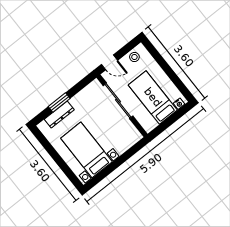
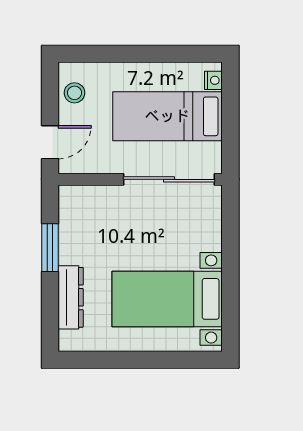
sliding door: (118, 101) -> (169, 179), moved
window: (59, 102) -> (50, 248), moved

